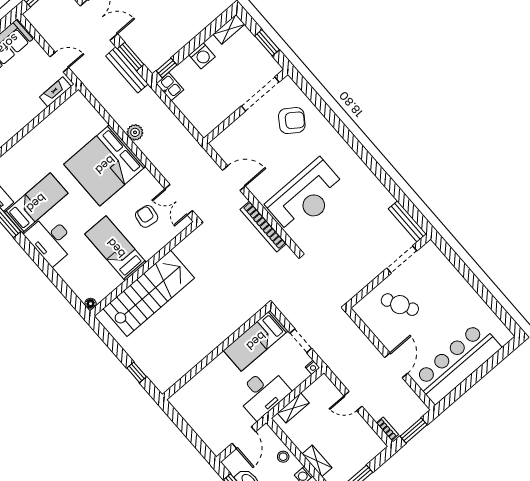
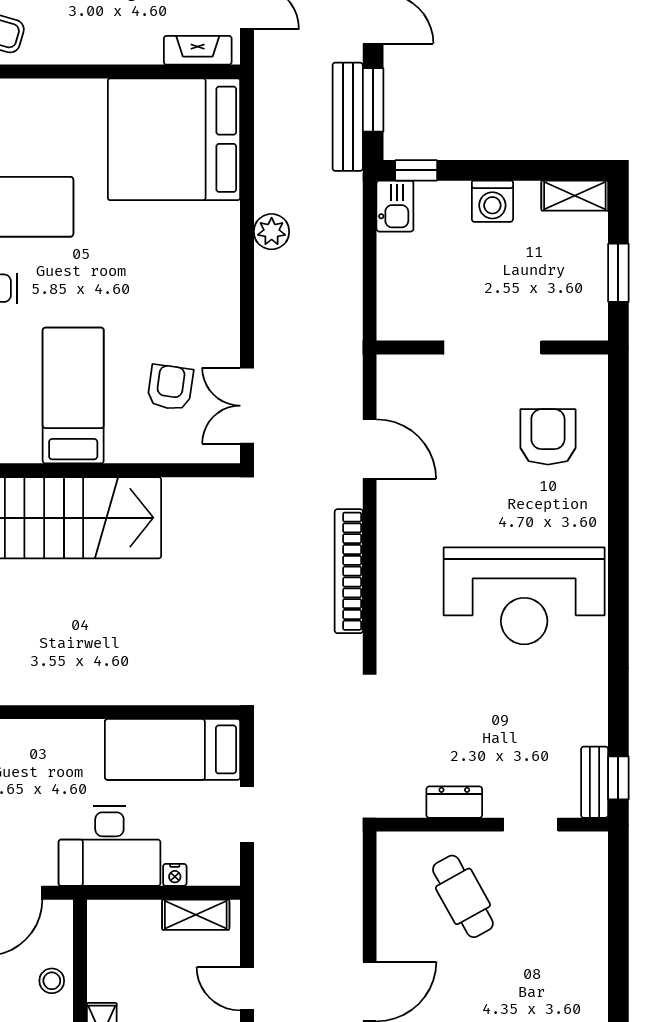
doorway: (260, 94) -> (492, 348), moved
armchair: (292, 121) -> (548, 437), turned -125
bed: (105, 165) -> (174, 139), moved
reception desk: (306, 197) -> (524, 596), moved
window: (418, 217) -> (618, 778), added
bench: (407, 221) -> (595, 782), width x0.73
doorway: (402, 260) -> (531, 825), width x0.73
dresser: (369, 275) -> (454, 802), added
nightstand: (312, 367) -> (175, 875), moved
shelving: (293, 408) -> (196, 915), moved

